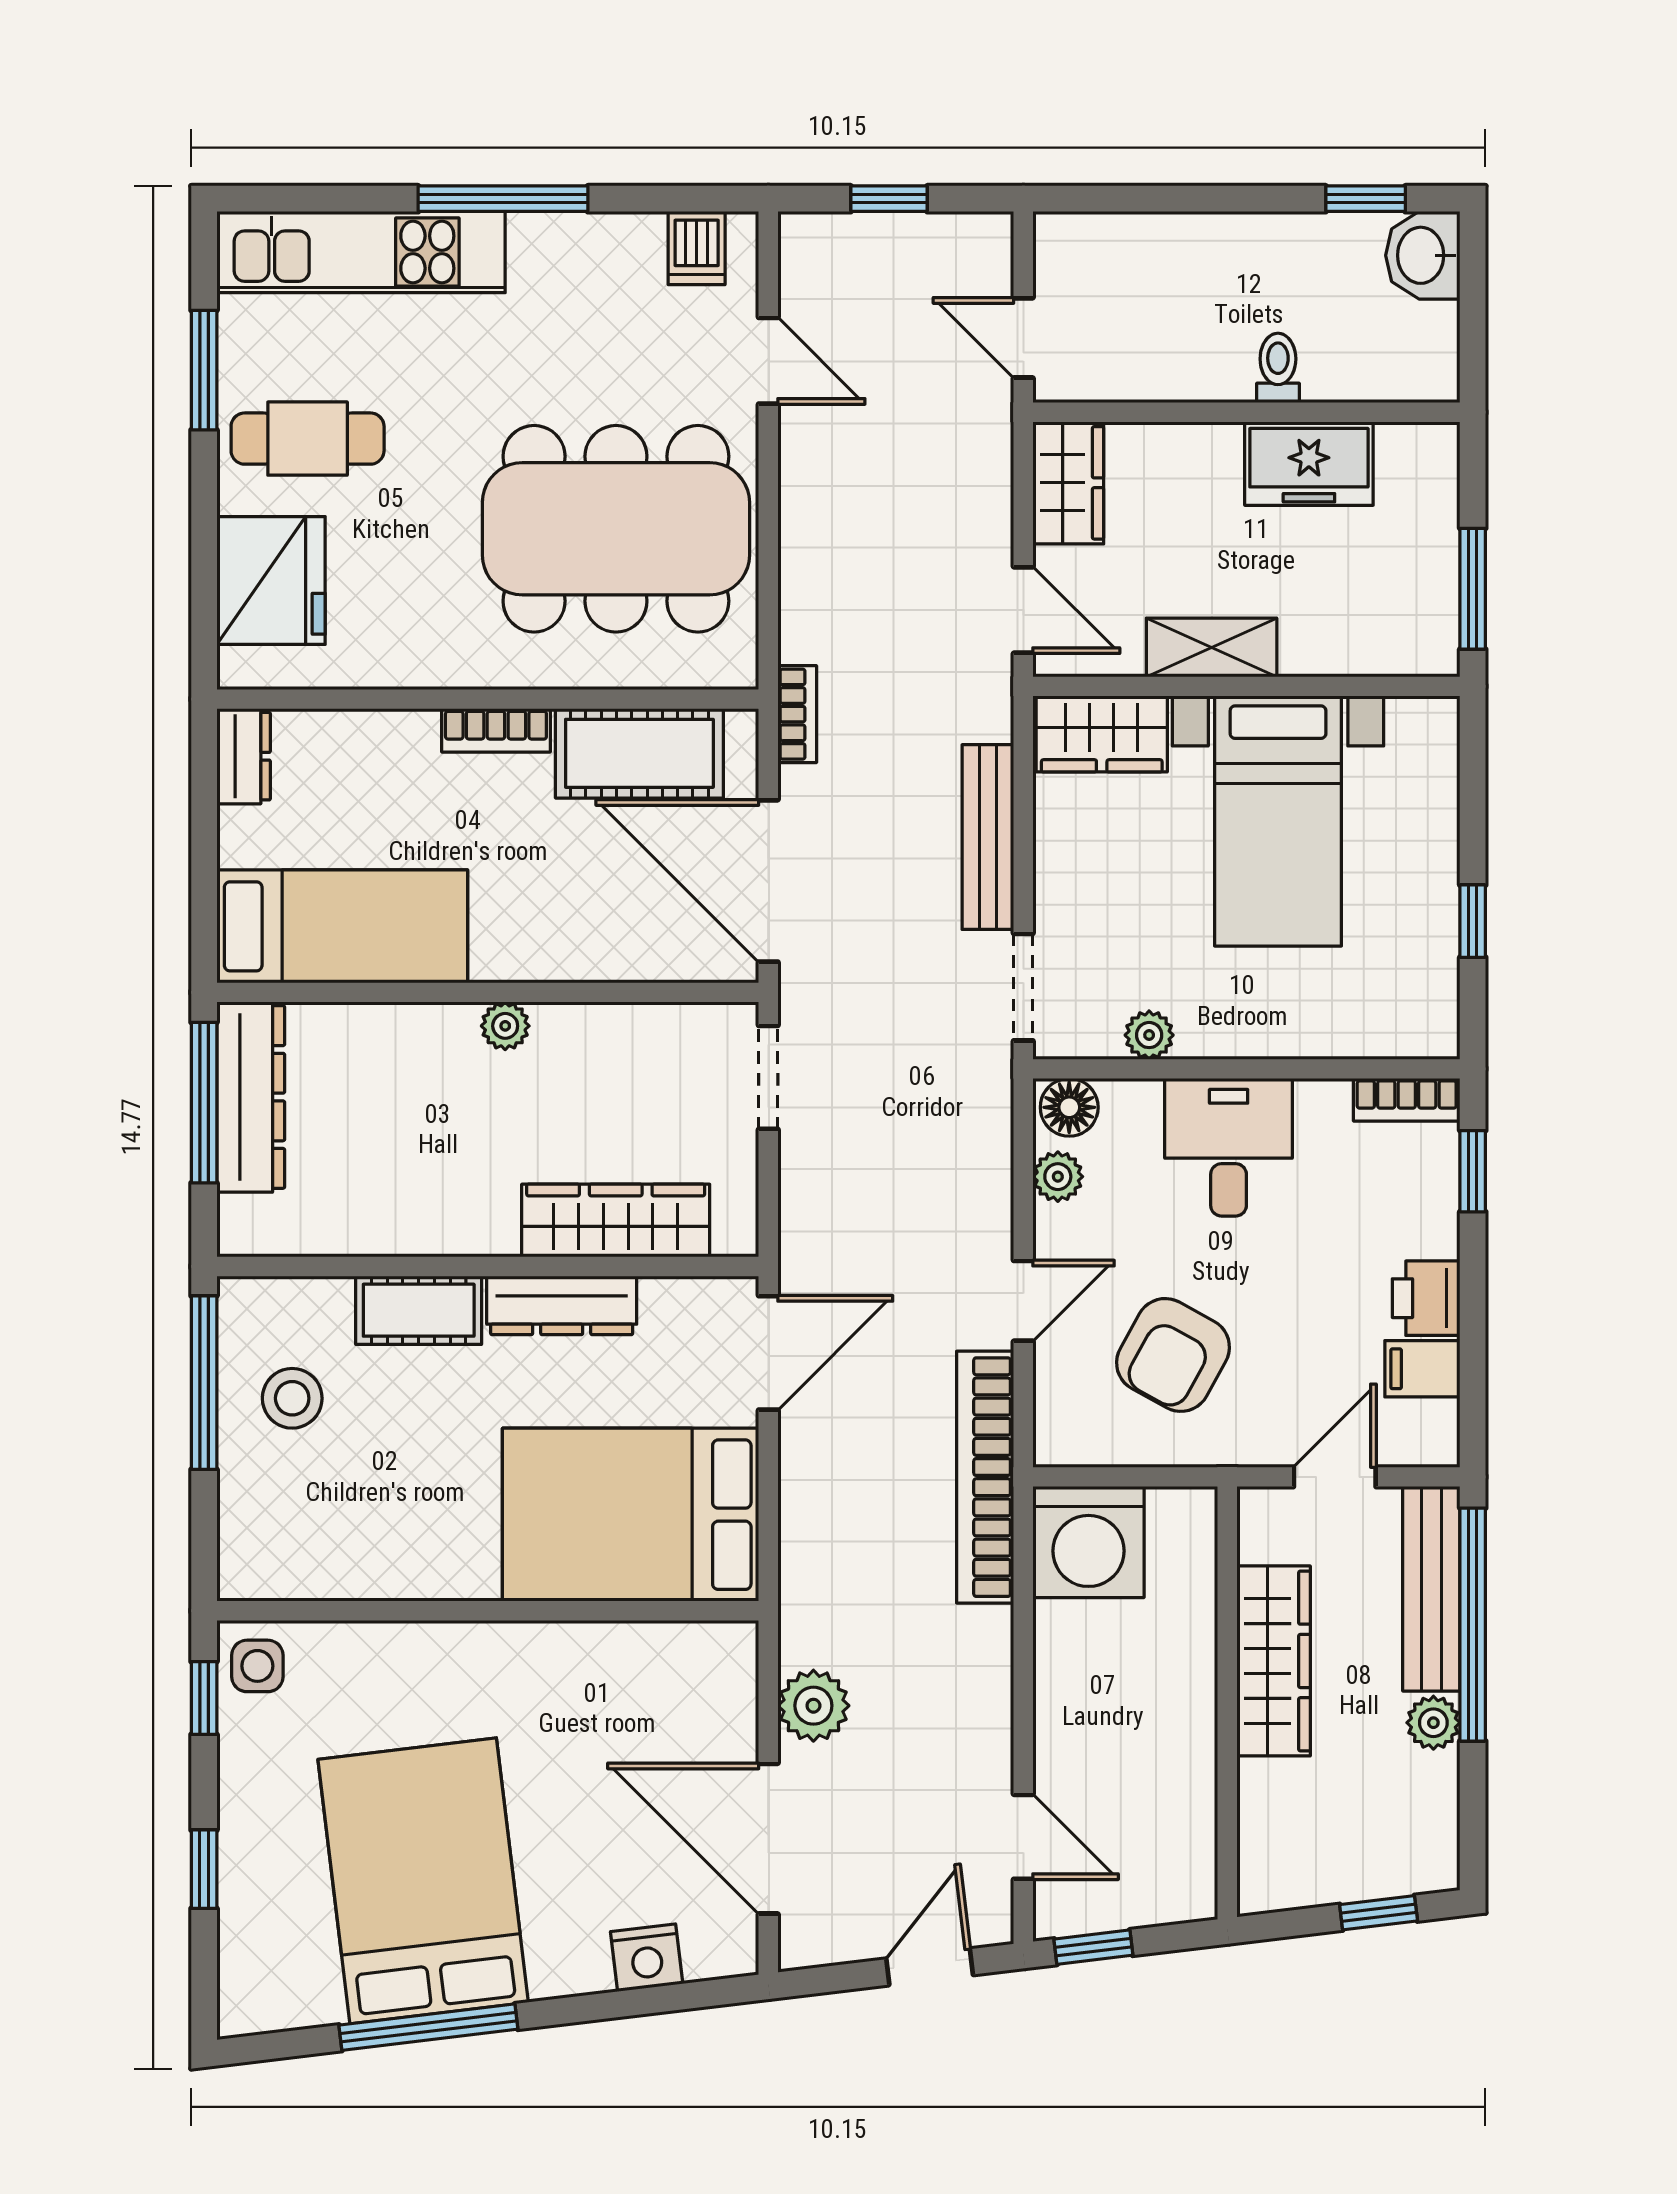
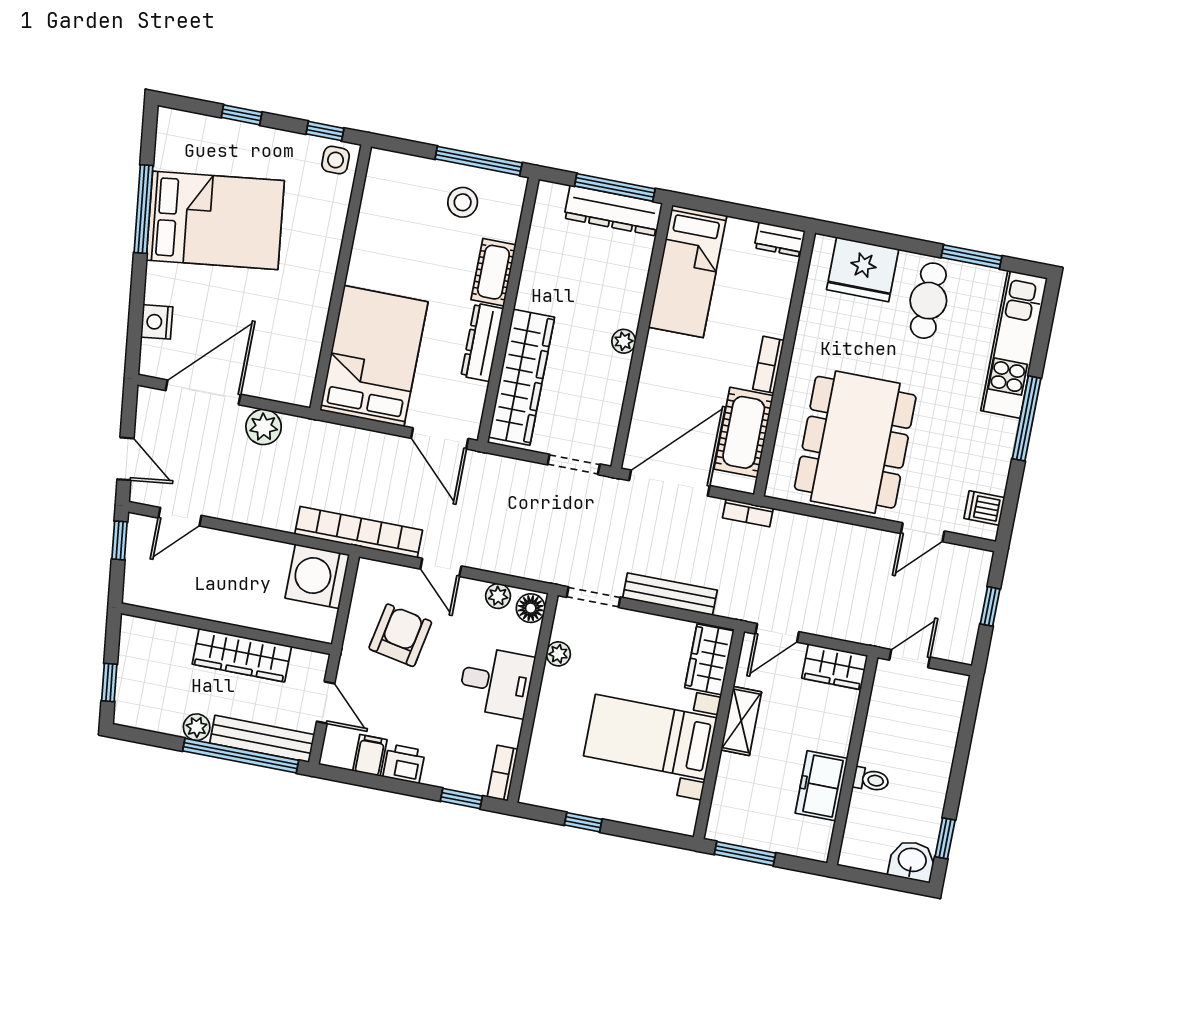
wardrobe: (616, 1221) -> (522, 377), width x1.40, depth x1.17
armchair: (1173, 1355) -> (400, 635), turned 72

